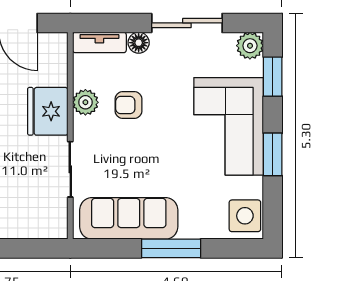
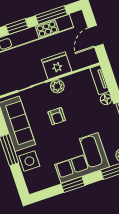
plant: (85, 102) -> (57, 86), moved
armchair: (129, 105) -> (57, 116), moved, turned 180
side table: (245, 216) -> (29, 161), moved

